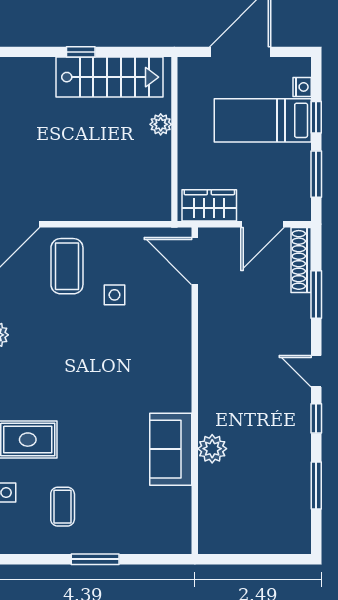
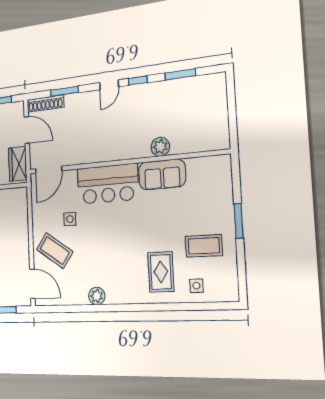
coffee table: (67, 266) -> (55, 251), turned 35
bar counter: (164, 361) -> (108, 184), added
coffee table: (63, 507) -> (204, 246), width x1.36, depth x1.30

